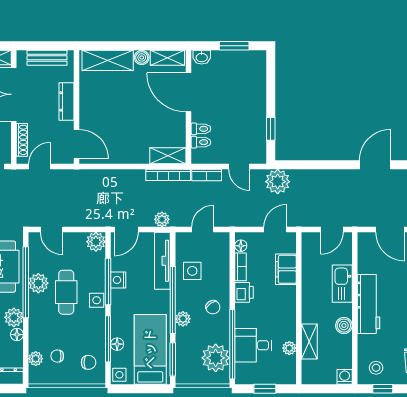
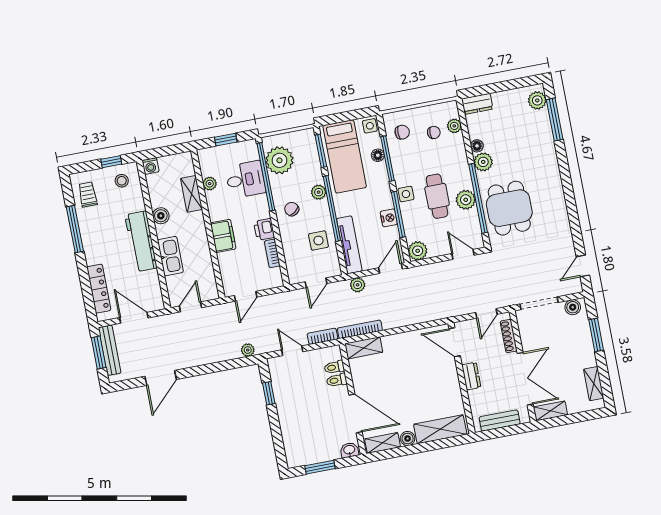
dresser: (67, 101) -> (471, 376), width x0.70
plant: (278, 182) -> (248, 350), width x0.53, depth x0.53
floor lamp: (241, 246) -> (276, 274), removed
filing cabinet: (286, 269) -> (223, 236), moved
chair: (89, 362) -> (402, 132), turned 180

